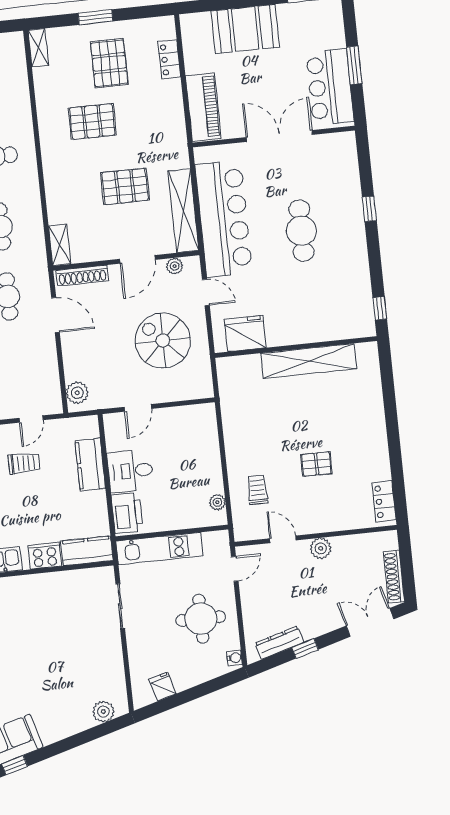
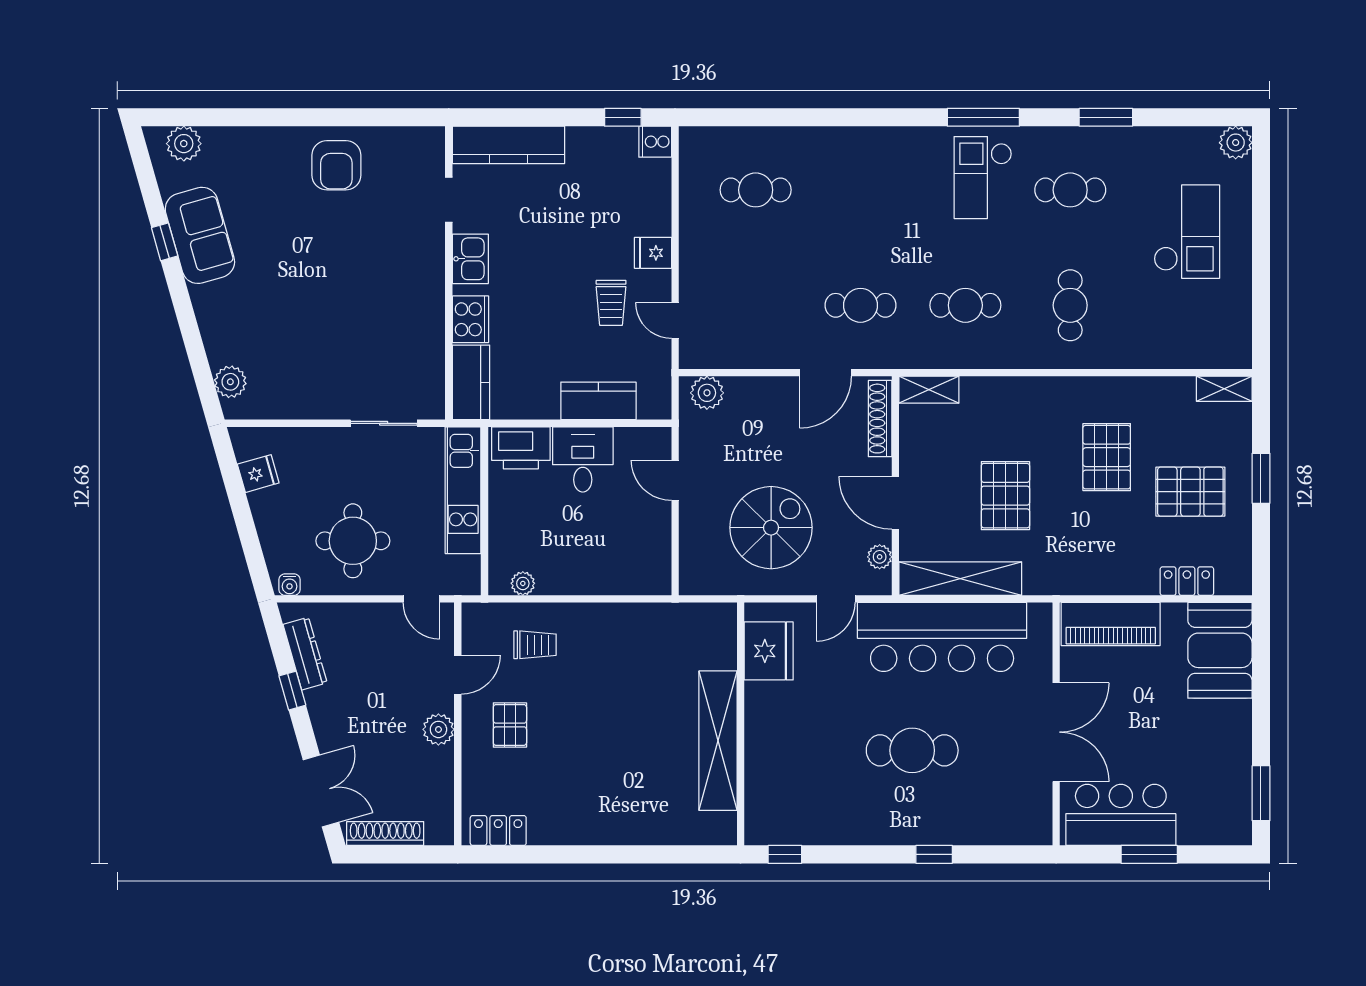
booth: (245, 29) -> (1220, 650), moved
pallet: (316, 464) -> (510, 725), moved

